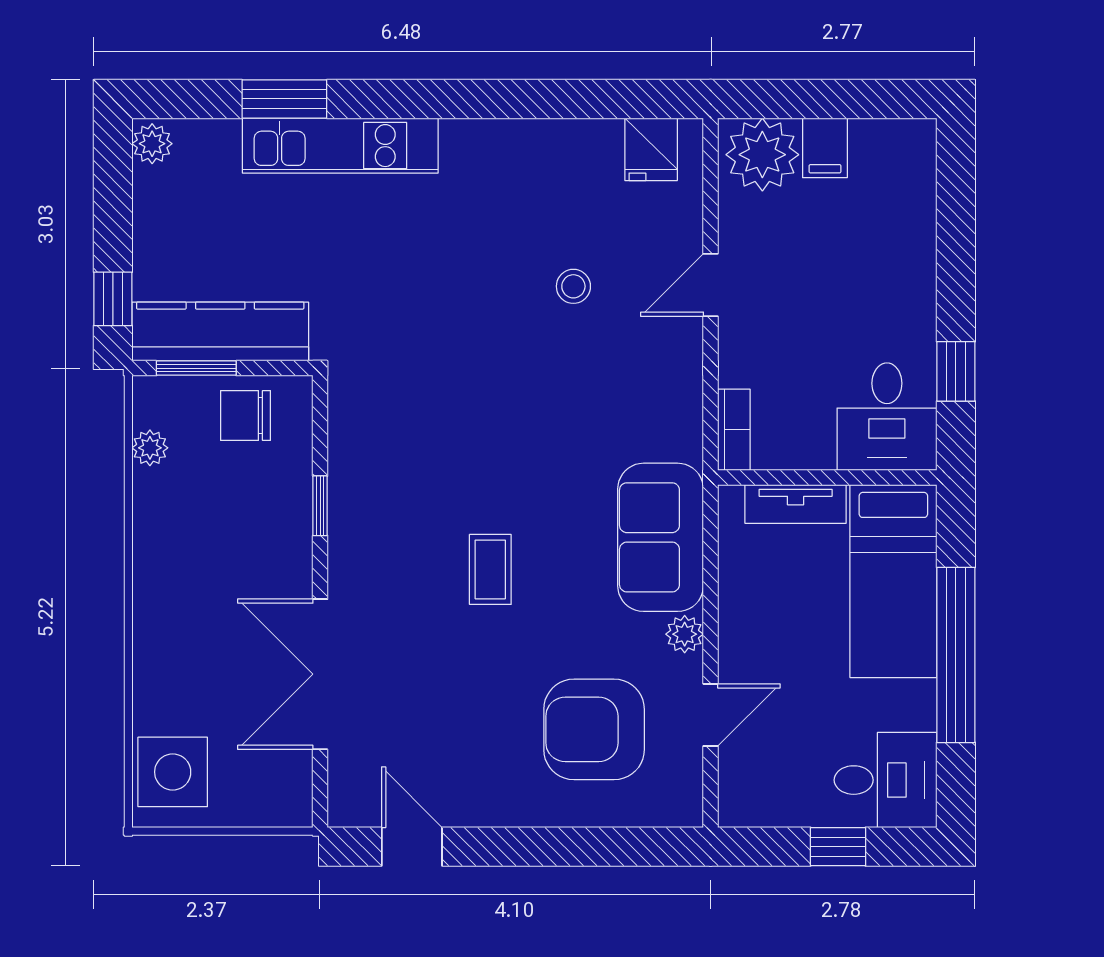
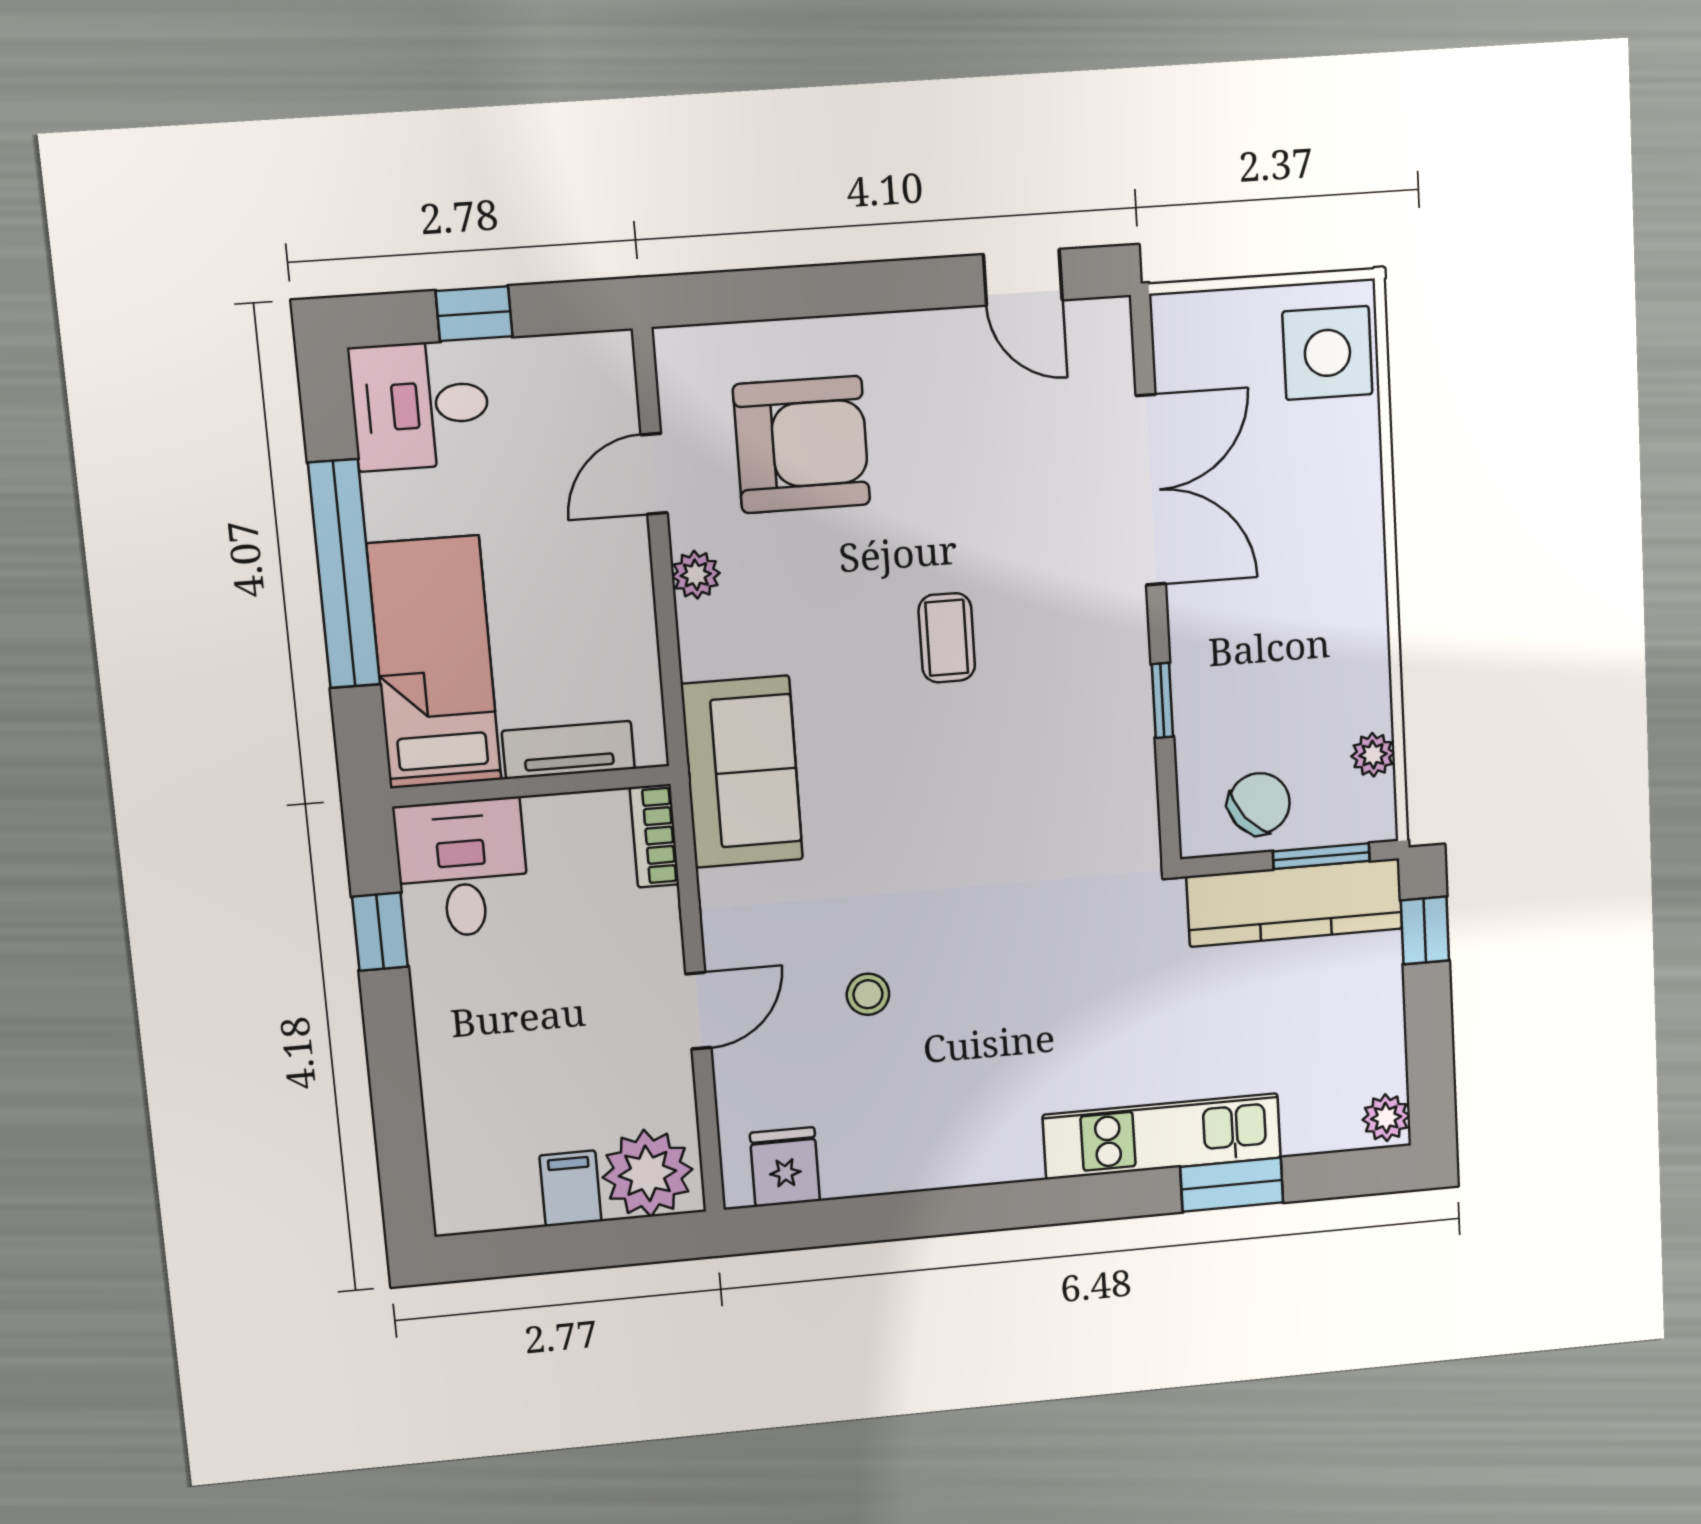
chair: (246, 416) -> (1259, 804), turned -40
sofa: (661, 537) -> (742, 772), moved

